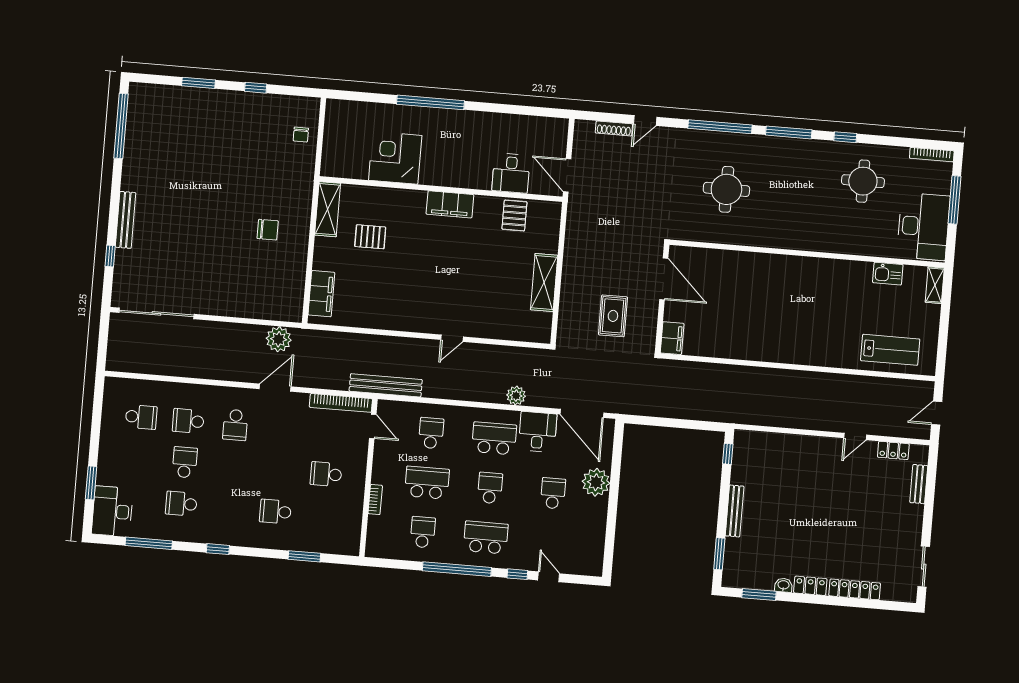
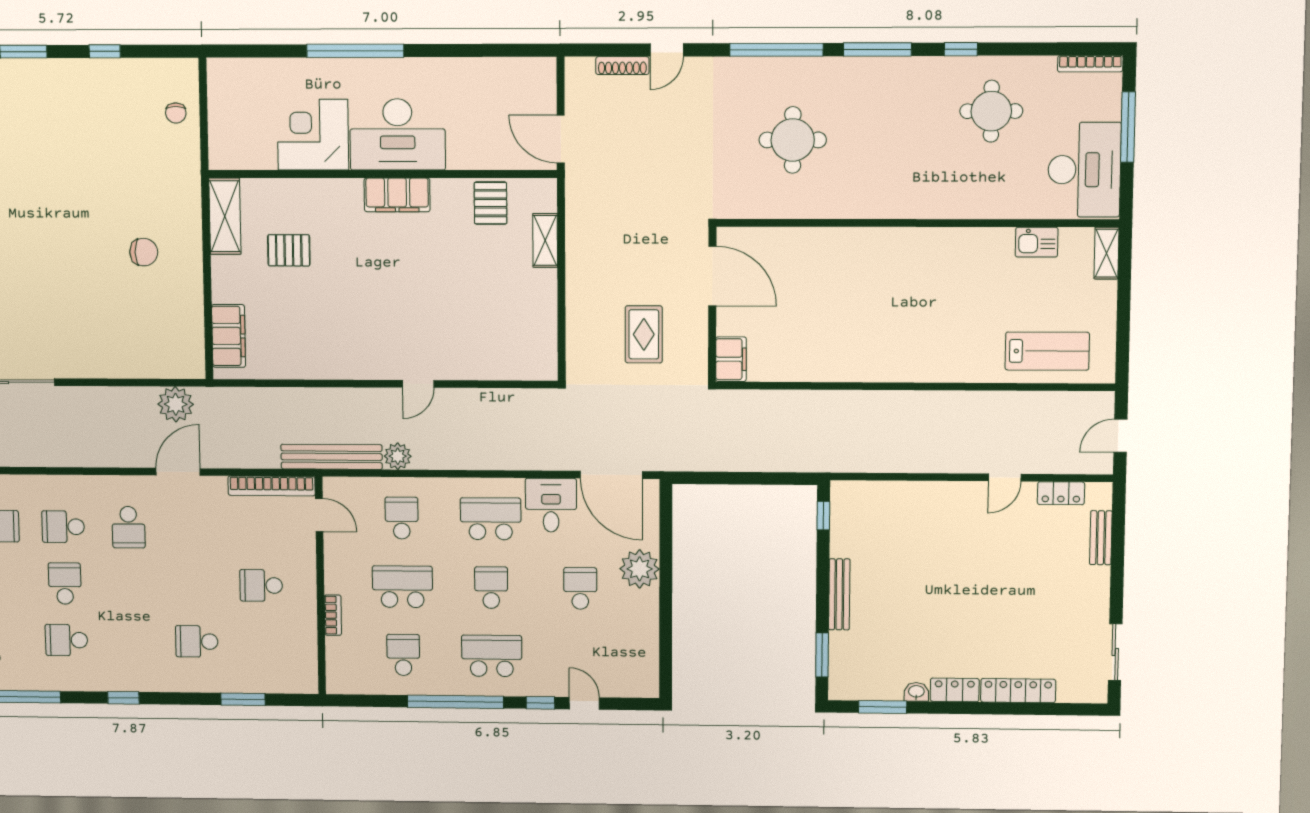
desk: (511, 173) -> (398, 134), moved, width x1.87, depth x1.30
shelving: (544, 282) -> (545, 240), moved, width x0.67, depth x0.75
plant: (516, 396) -> (398, 456), moved

